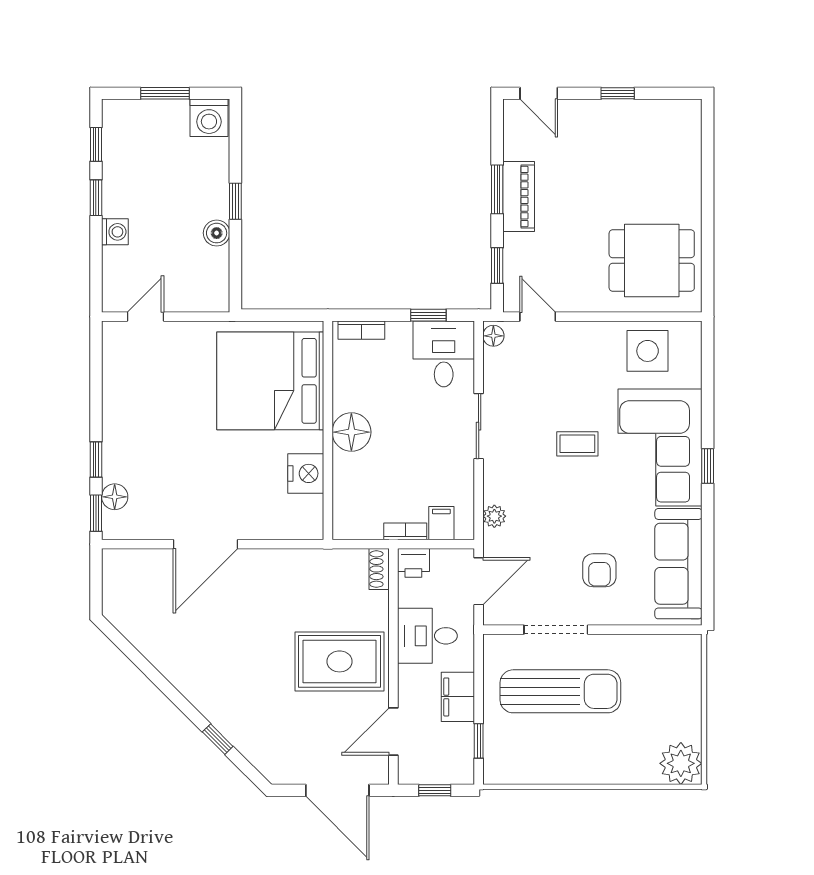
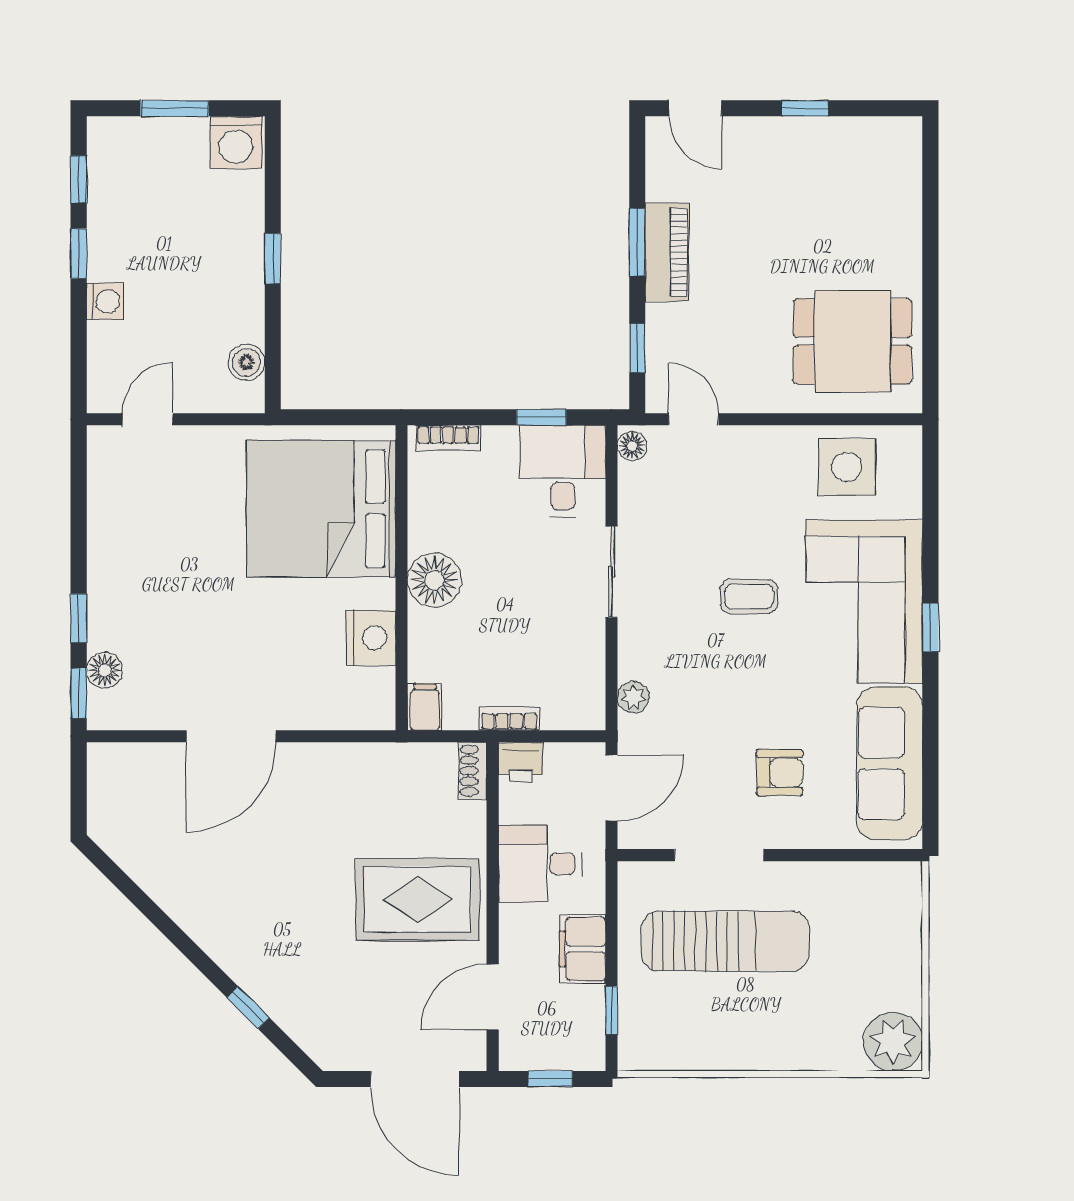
boiler: (217, 233) -> (247, 362), moved
filing cabinet: (441, 523) -> (425, 707), moved
armchair: (599, 570) -> (780, 773), turned -90

